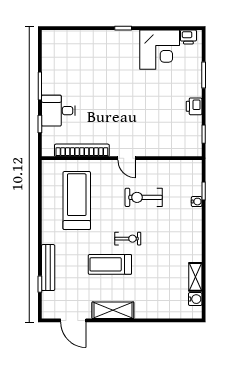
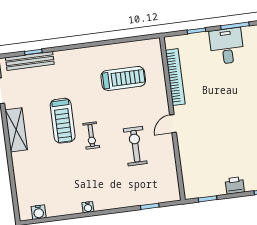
desk: (58, 111) -> (227, 46), moved
treadmill: (77, 201) -> (123, 78), width x0.73, depth x0.73
water cooler: (197, 202) -> (88, 207), moved
treadmill: (110, 264) -> (63, 121), turned 180
bench: (48, 268) -> (30, 61), moved
shelving: (195, 277) -> (61, 209), removed

